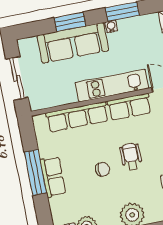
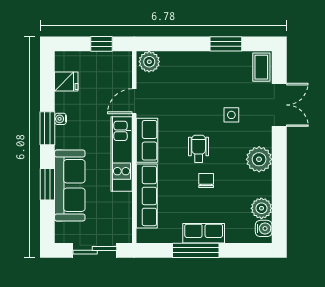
water cooler: (111, 26) -> (61, 119), moved
wheelchair: (131, 157) -> (199, 149), turned 90

